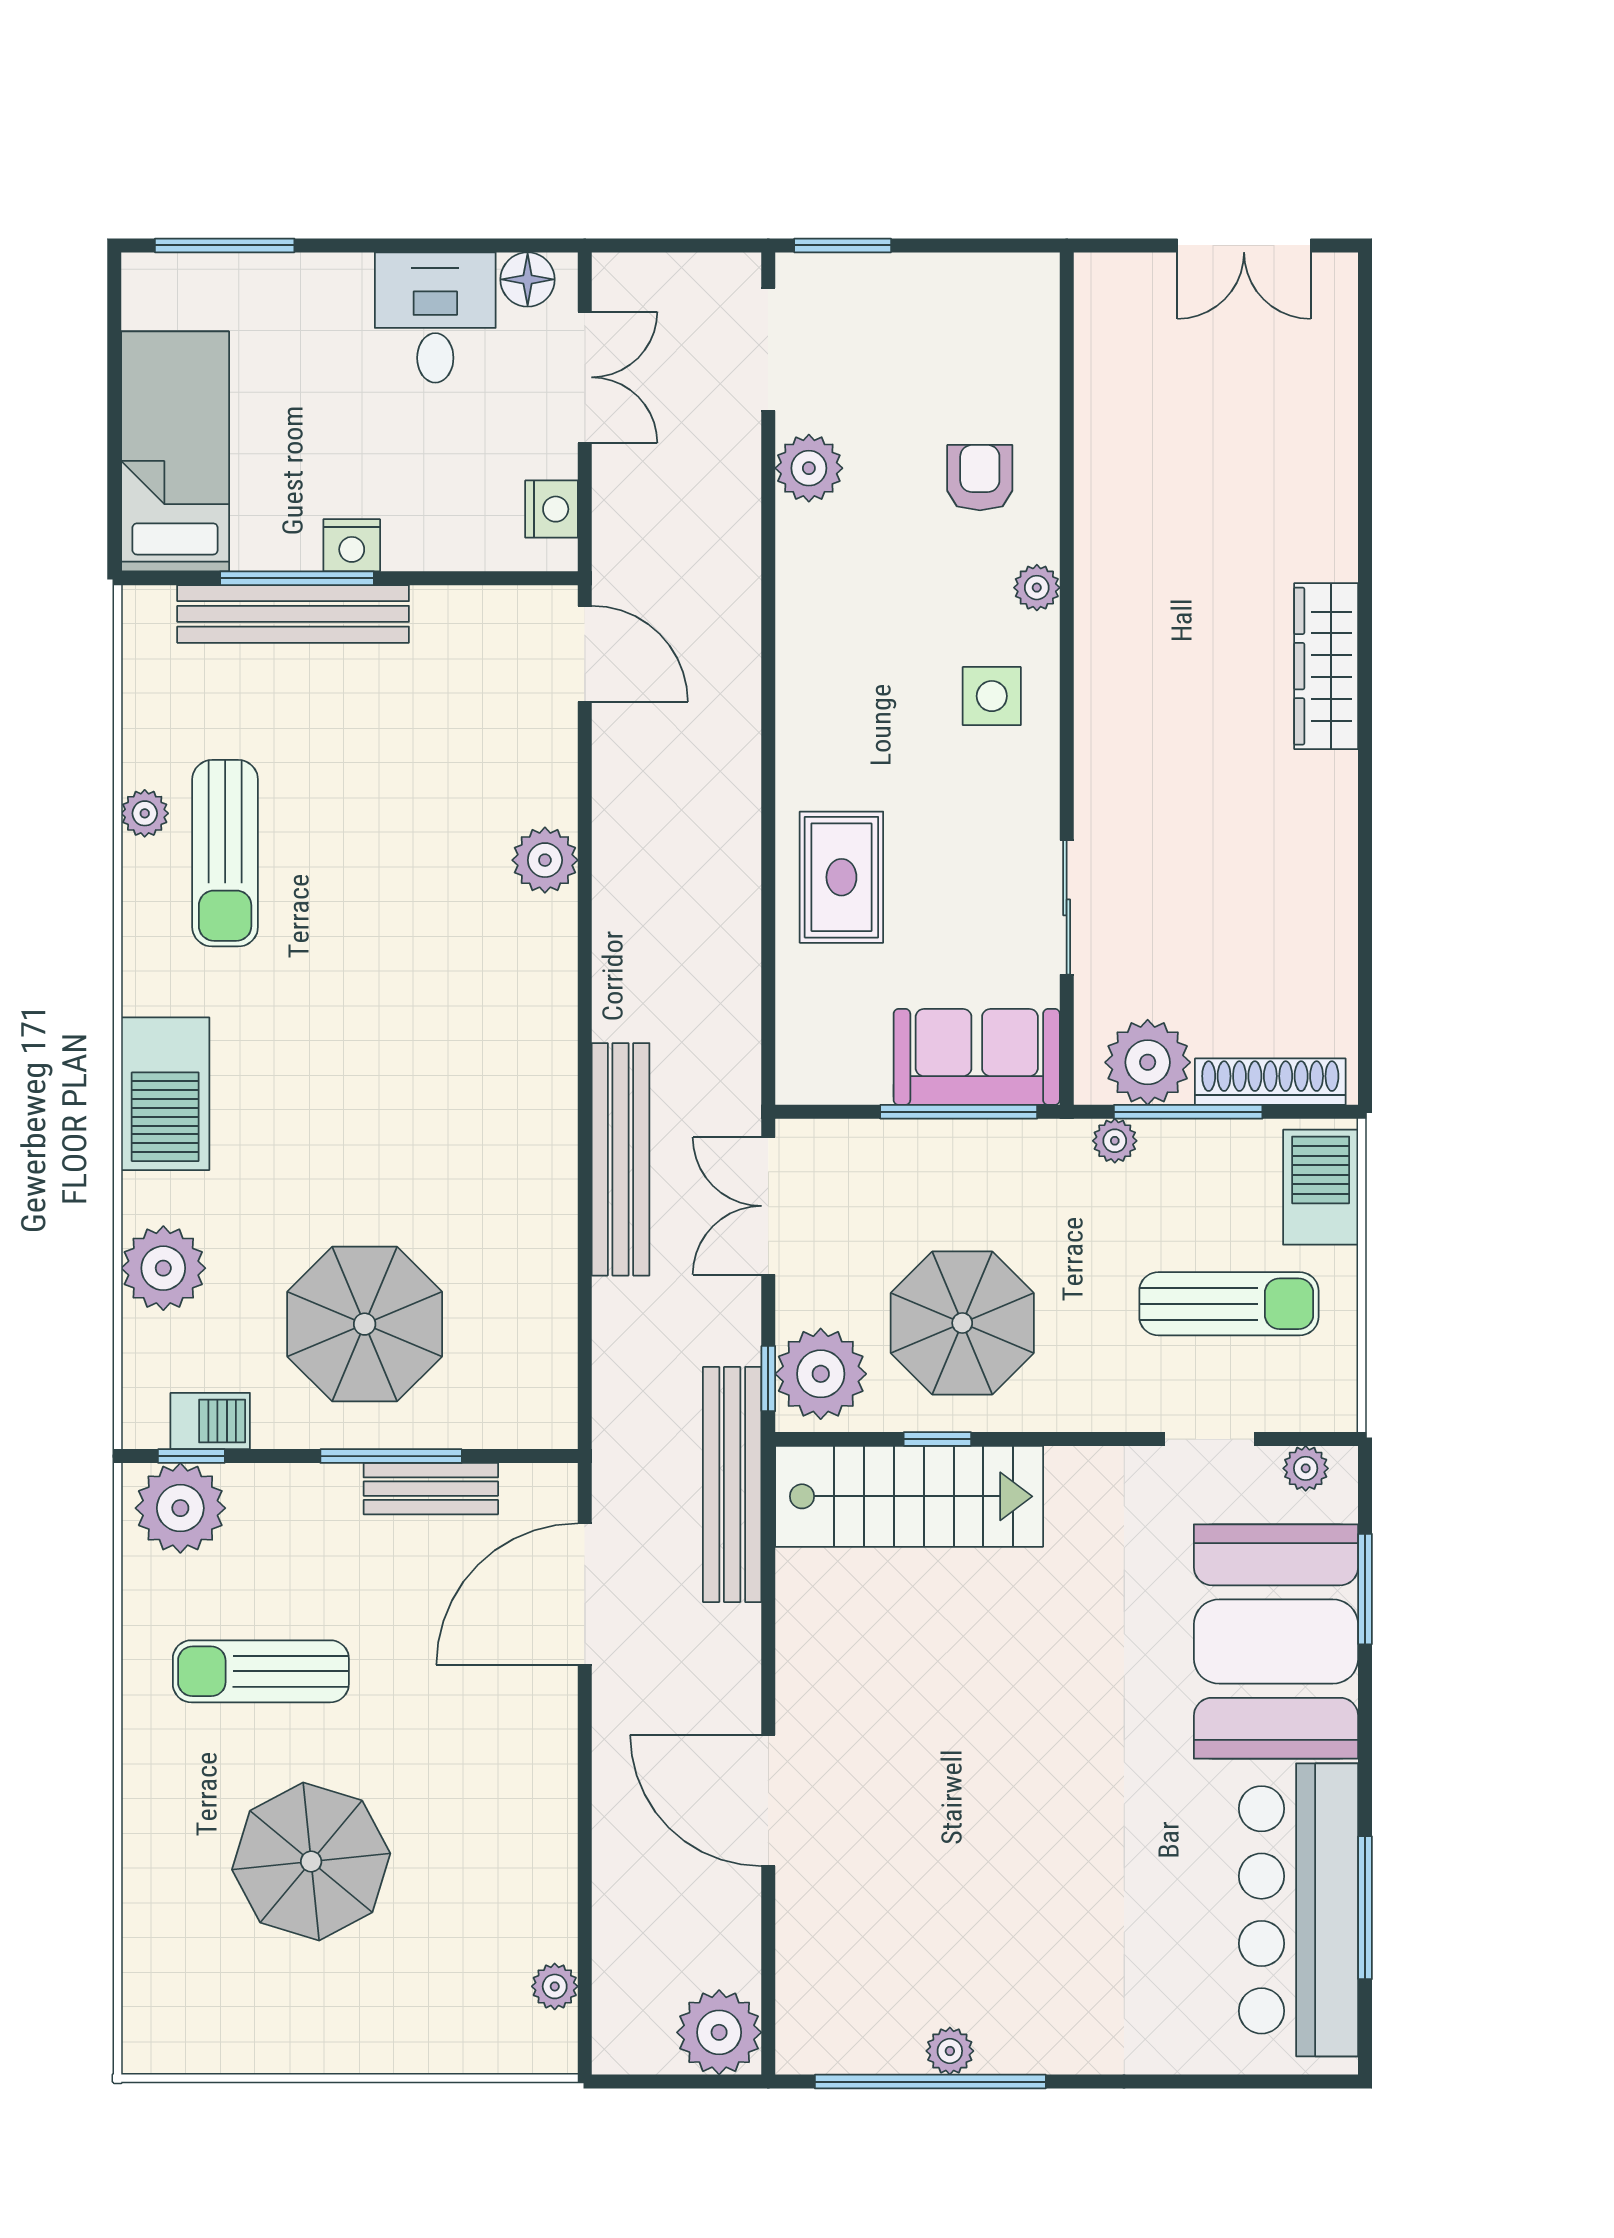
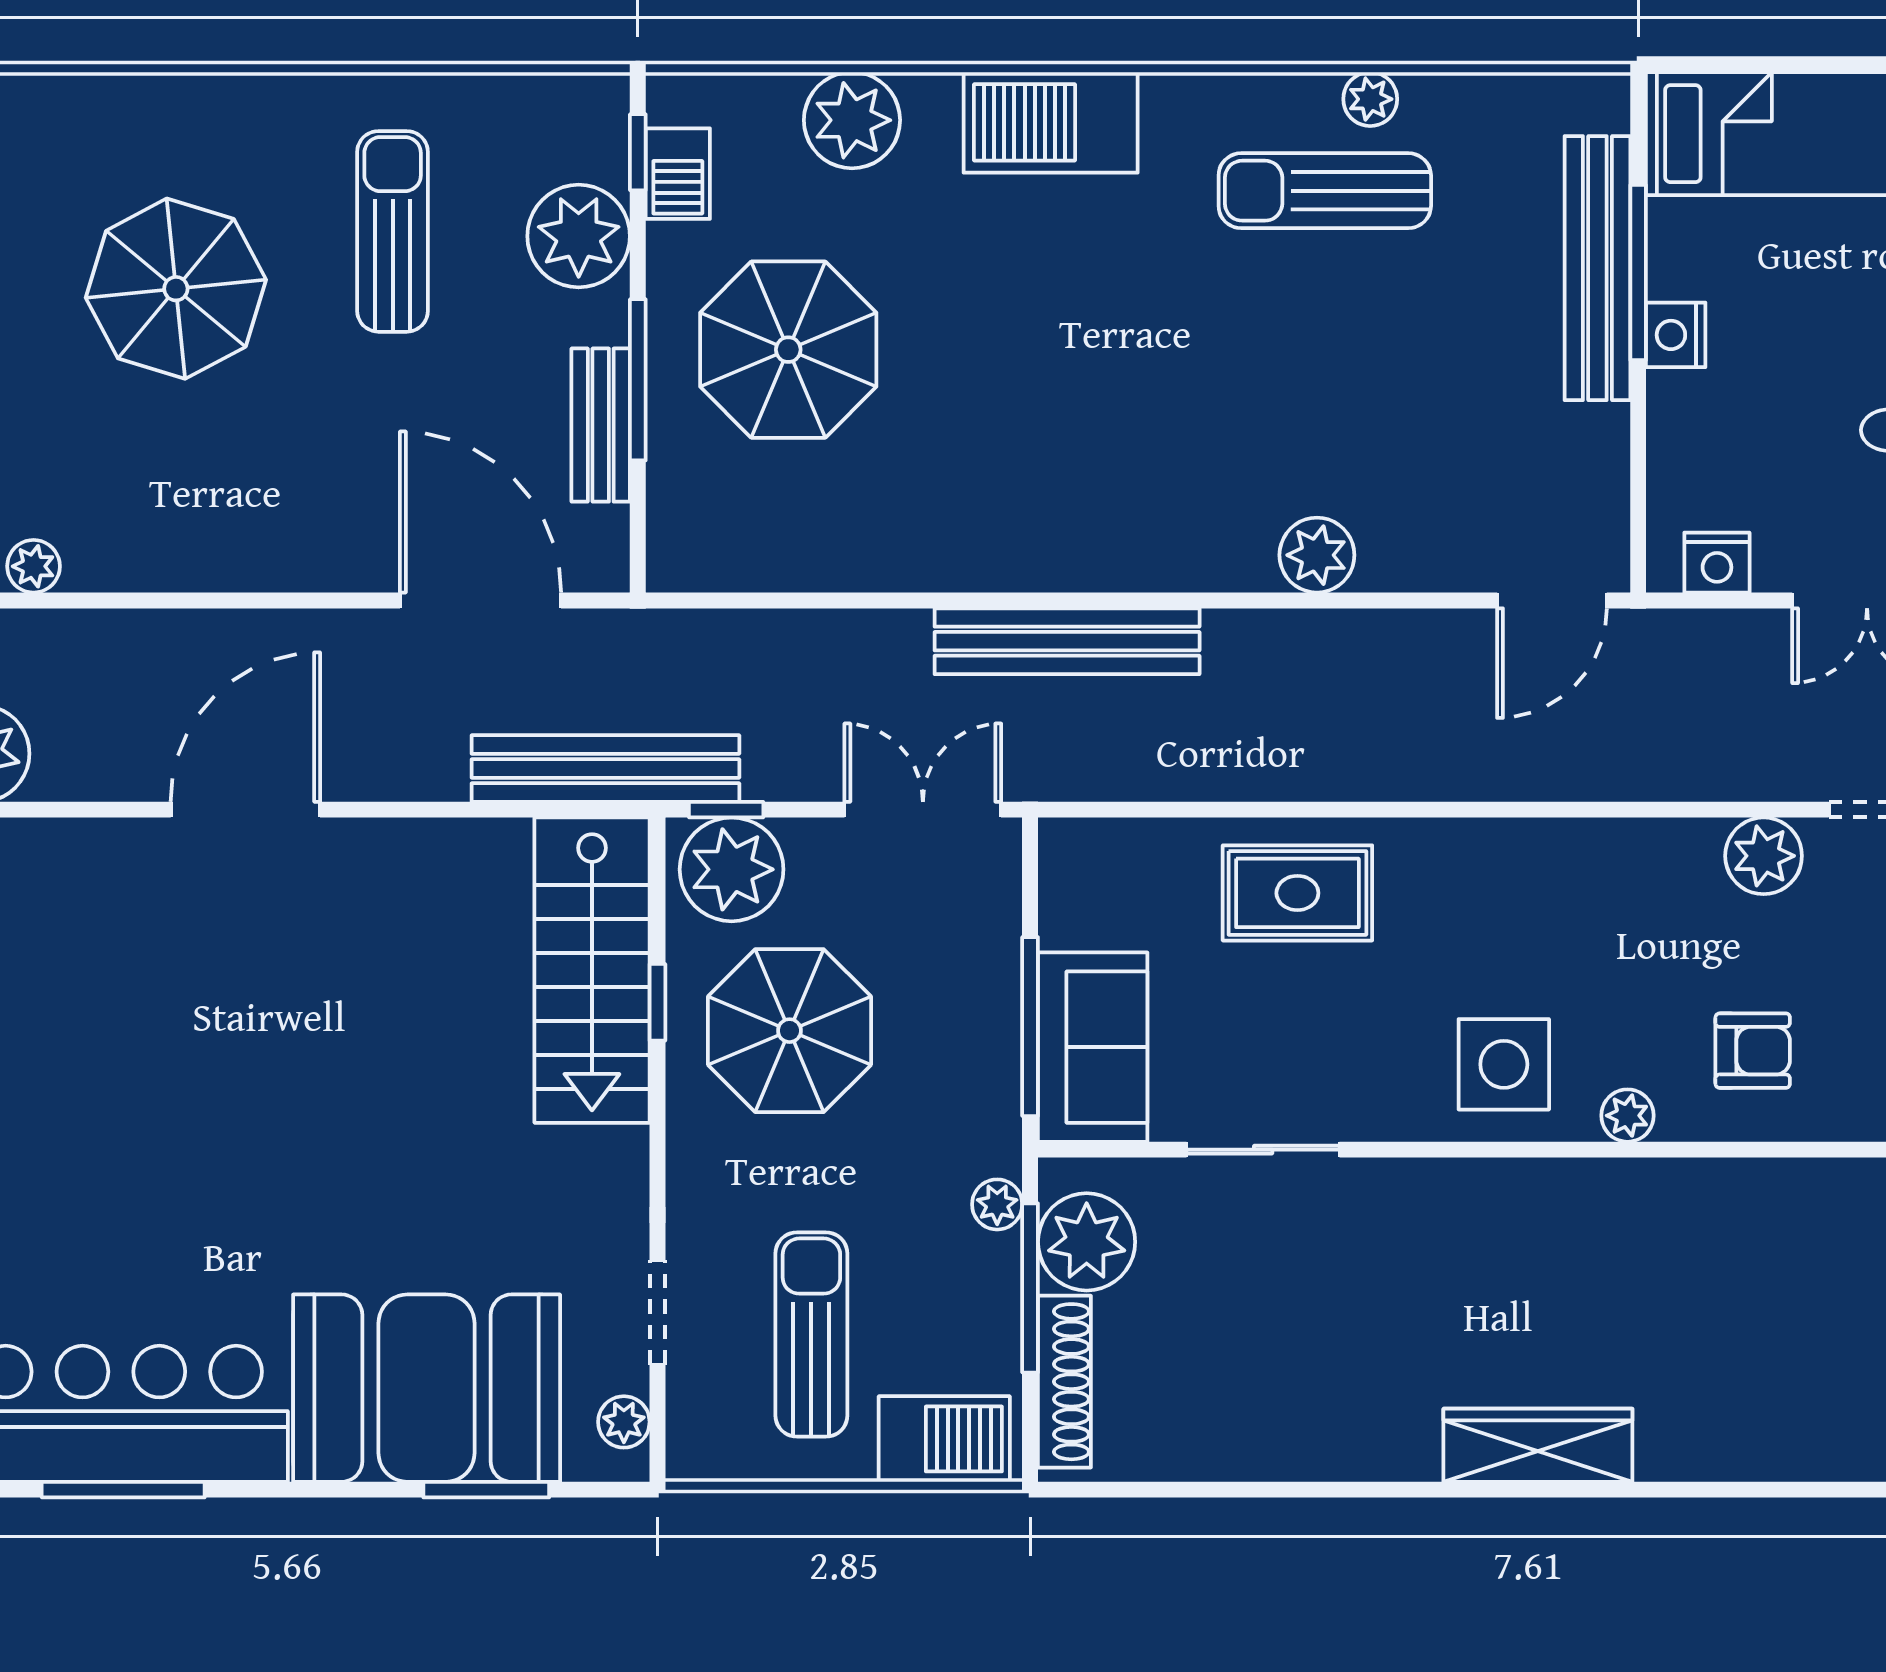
side table: (992, 696) -> (1504, 1064), width x1.37, depth x1.37
bench: (620, 1159) -> (1067, 641), moved
sun lounger: (1229, 1304) -> (811, 1334), turned 180
plant: (180, 1508) -> (579, 236), moved

